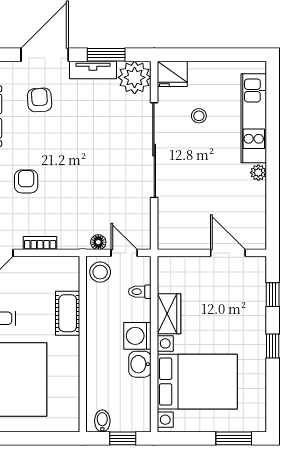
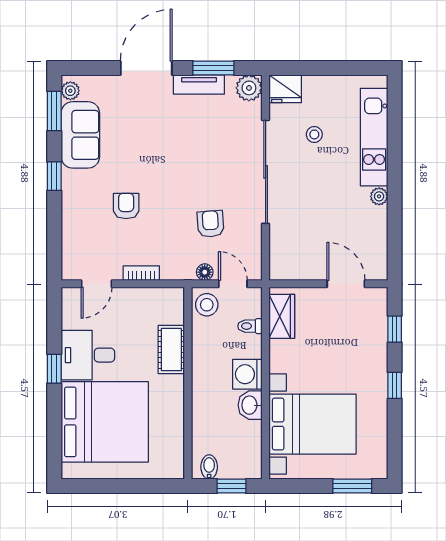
plant: (135, 77) -> (249, 88), width x0.73, depth x0.73
armchair: (40, 100) -> (211, 224), moved
wardrobe: (169, 314) -> (282, 316), moved

